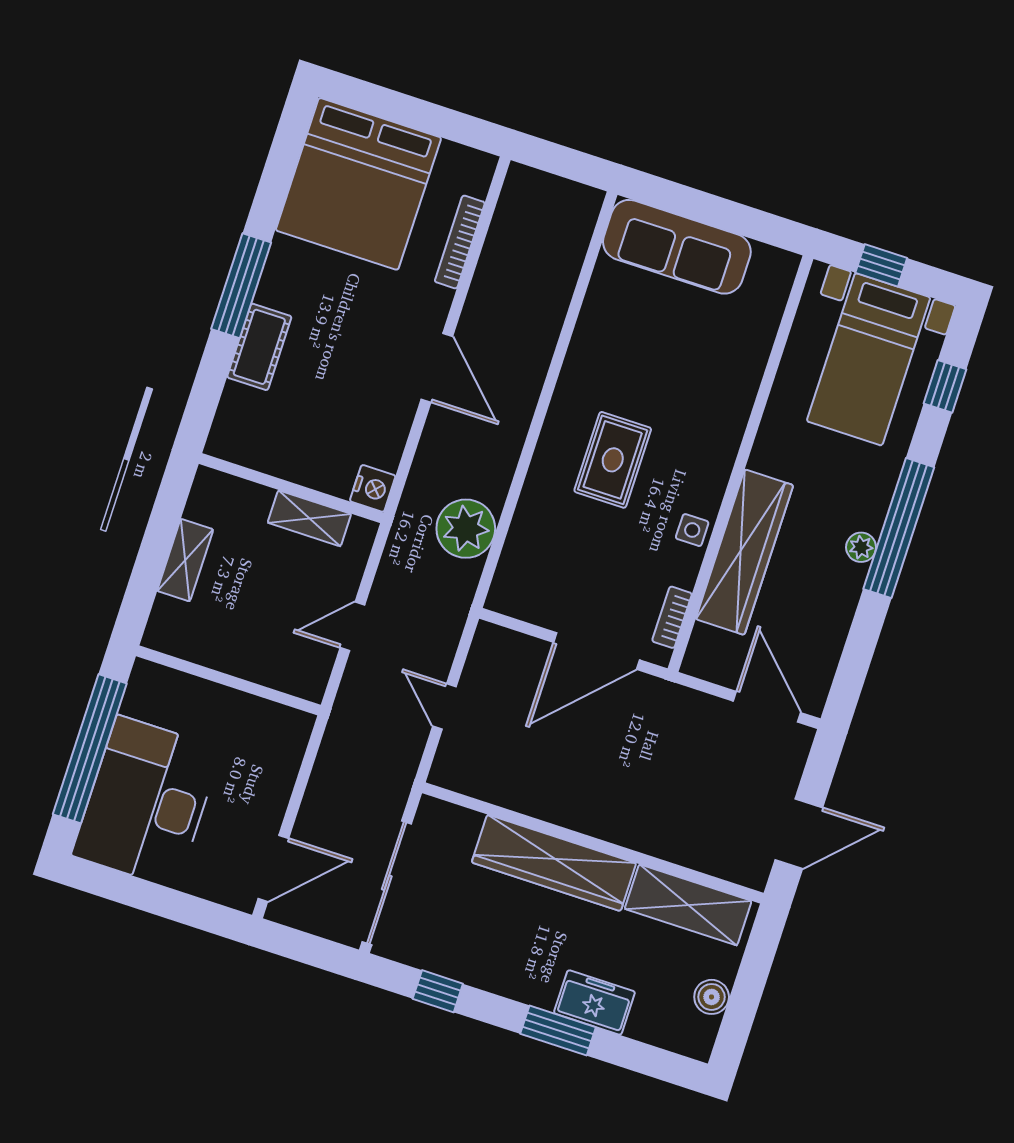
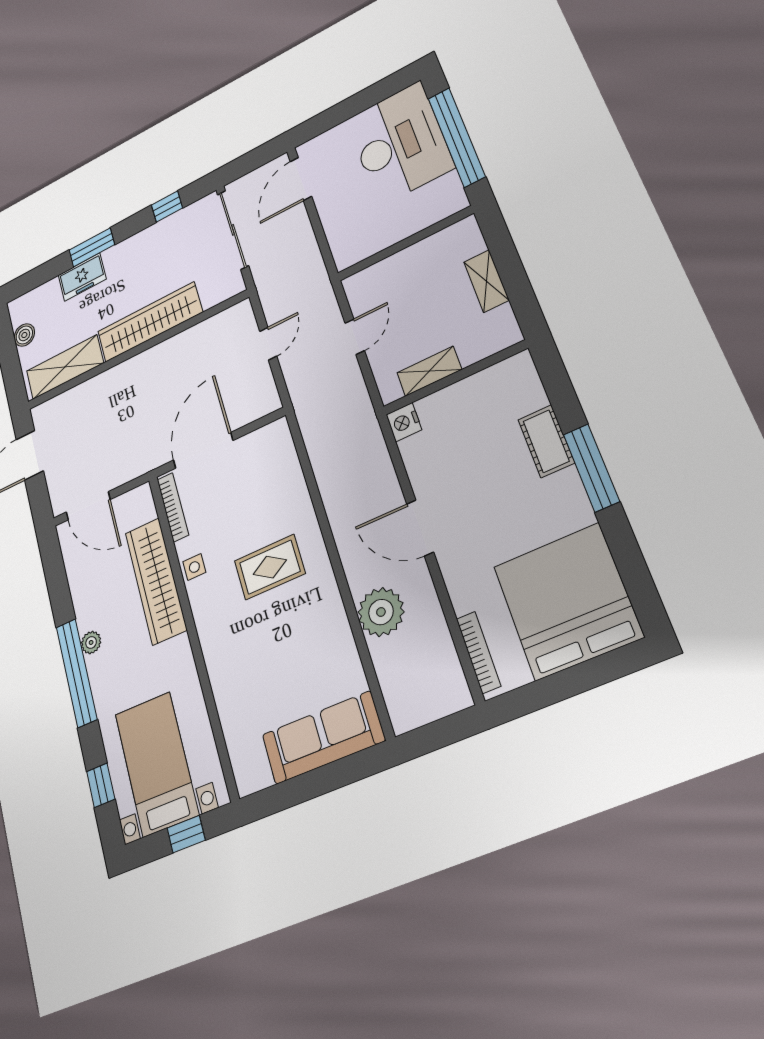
bookcase: (460, 242) -> (478, 652), moved
rug: (613, 460) -> (270, 567), turned 90
plant: (466, 529) -> (381, 612), moved
bookcase: (672, 617) -> (173, 507), width x1.56
door: (444, 706) -> (268, 344), hinge flipped

